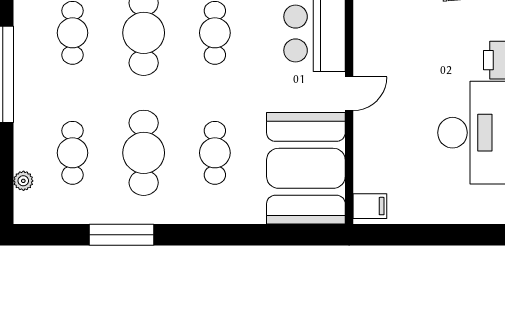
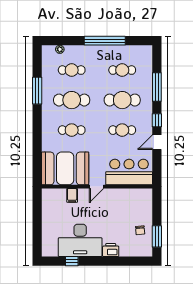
door: (349, 94) -> (97, 187), hinge flipped
filing cabinet: (370, 206) -> (72, 195), moved

